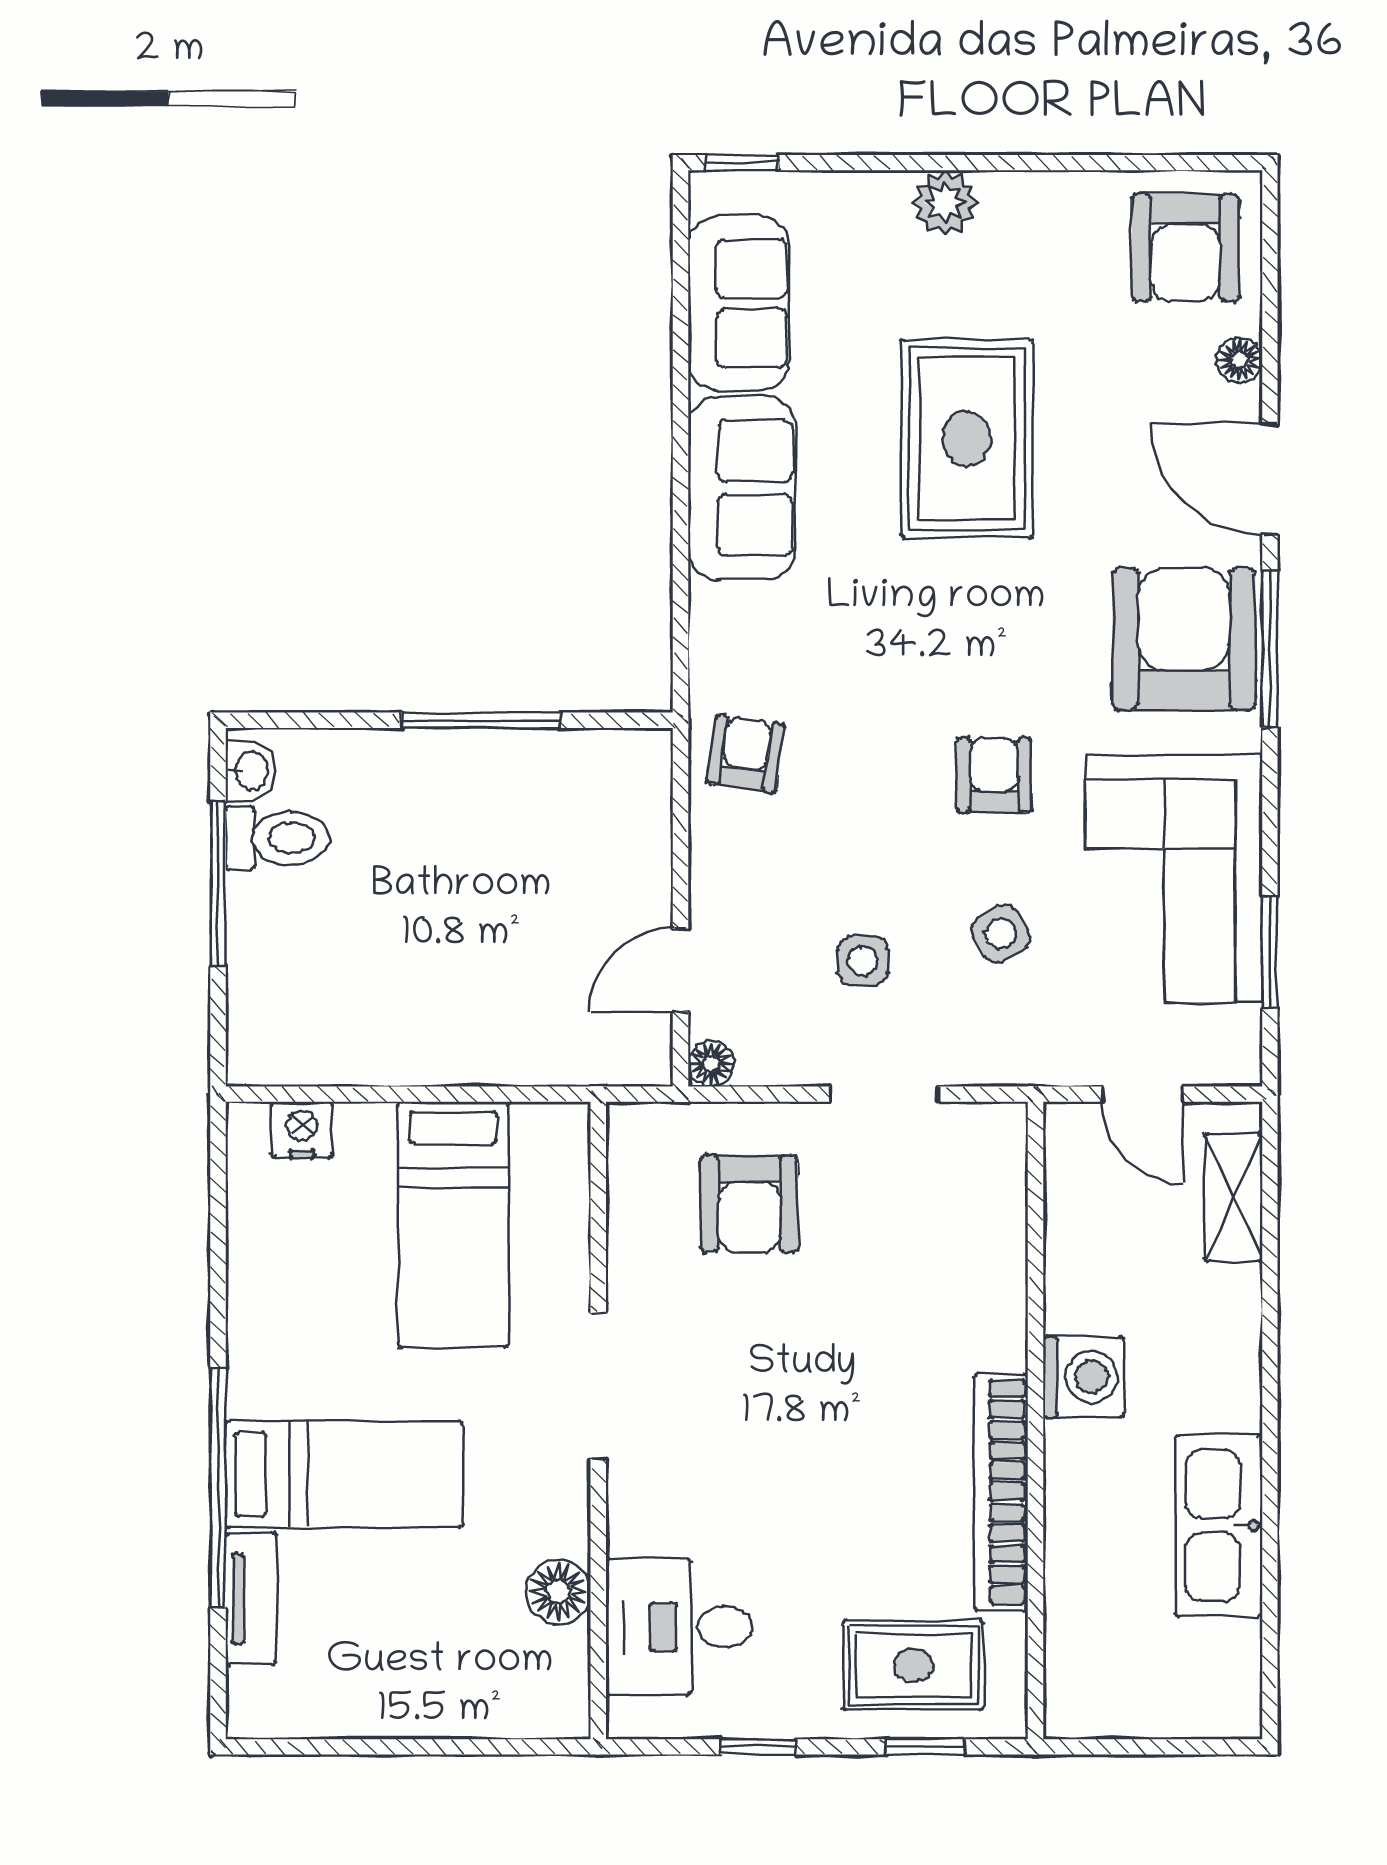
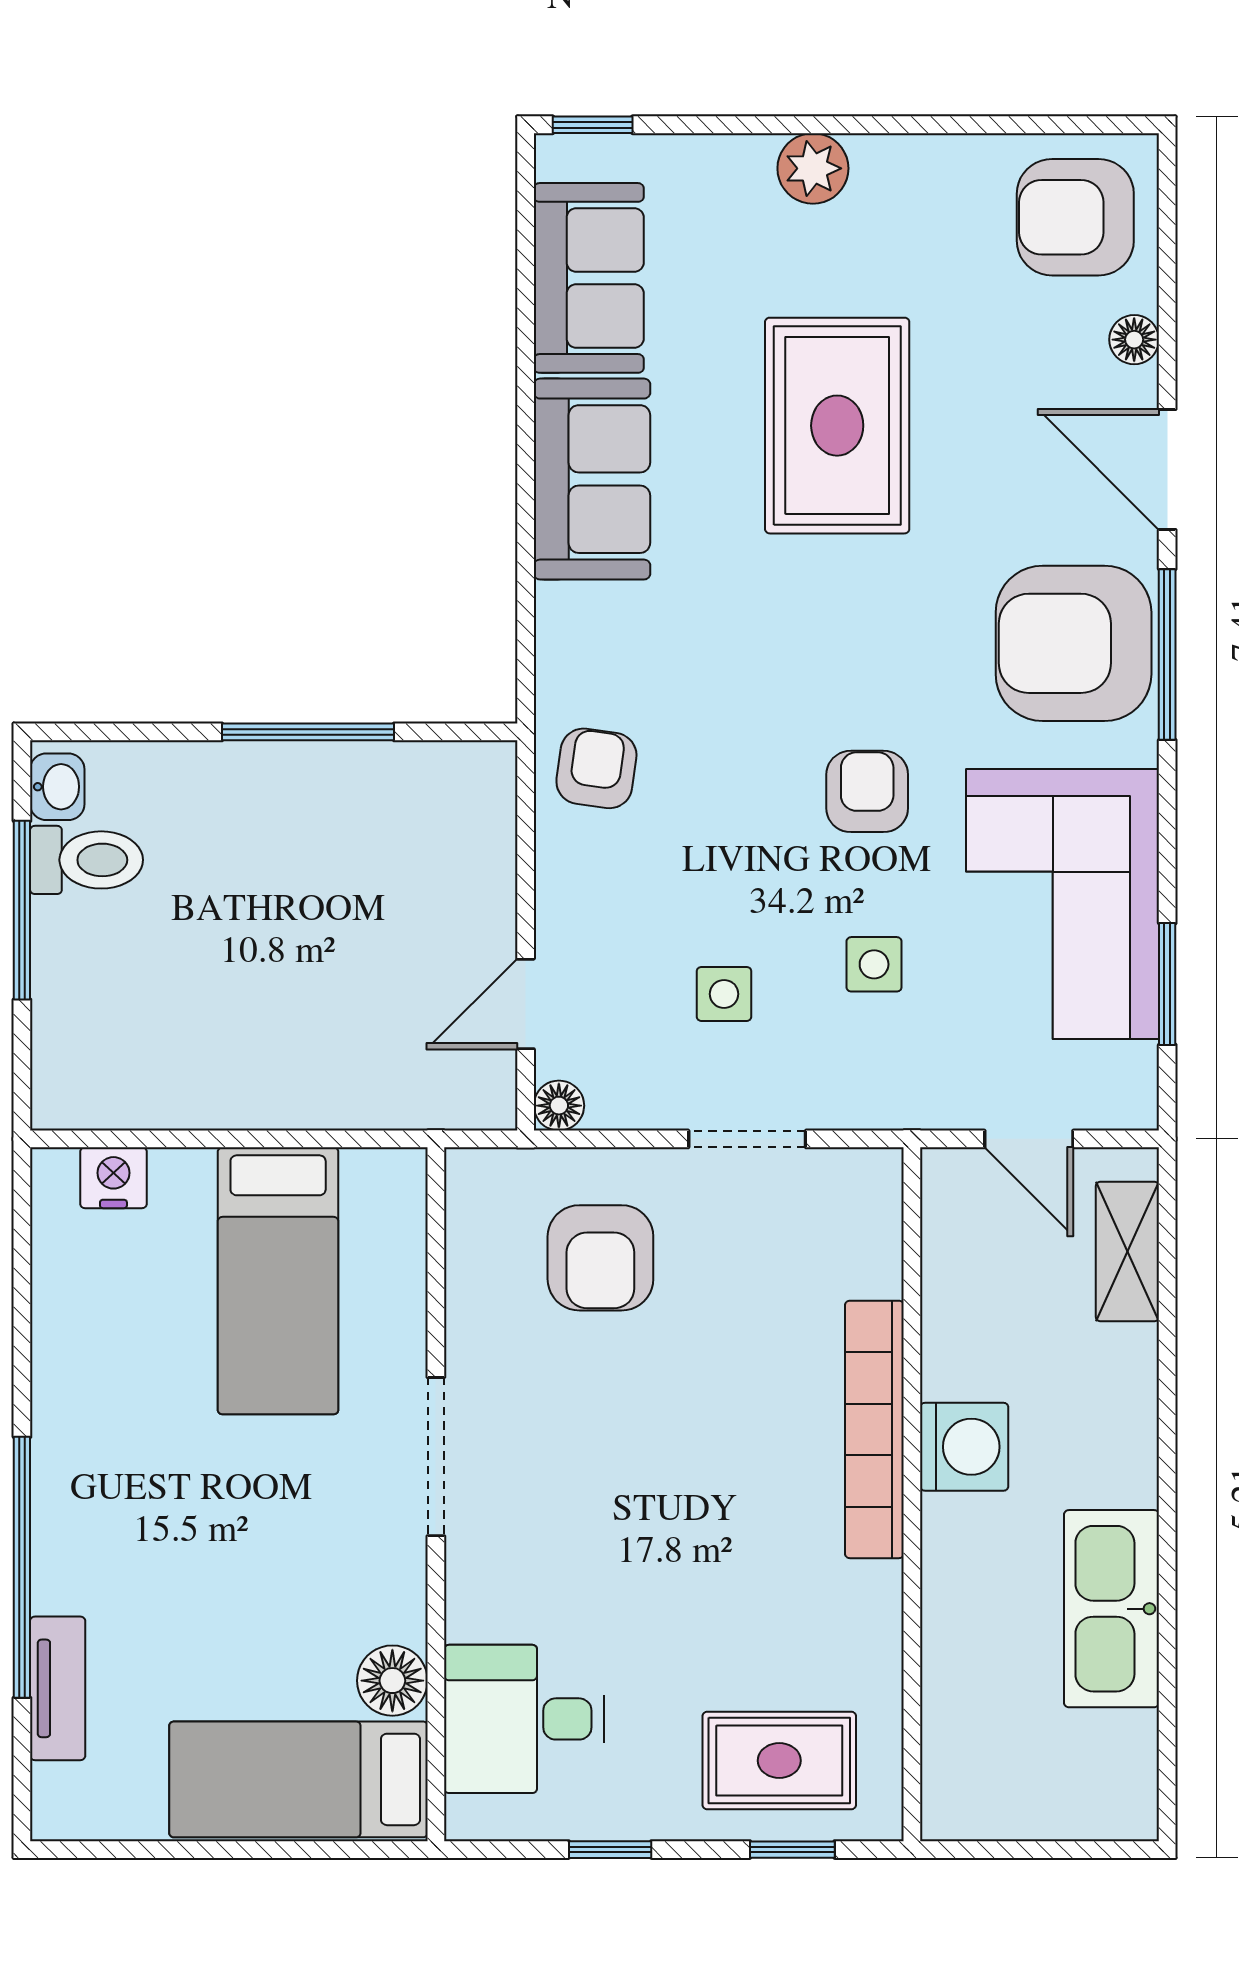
armchair: (1185, 248) -> (1075, 217), turned 90
armchair: (1184, 639) -> (1074, 643), turned -90
side table: (1001, 934) -> (874, 964), turned 31
bed: (344, 1474) -> (298, 1779), moved, turned 180
bookcase: (1001, 1492) -> (874, 1429), moved

